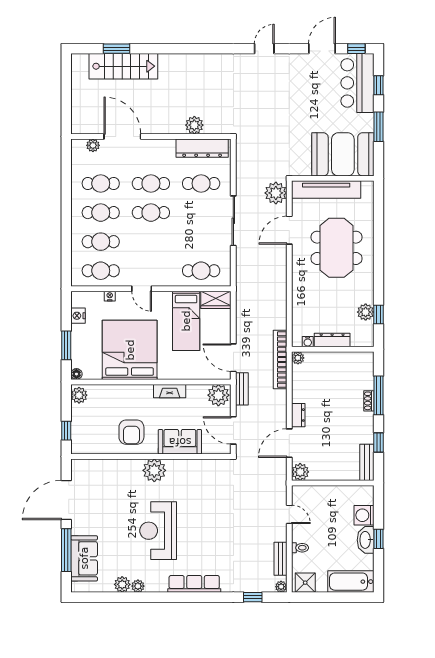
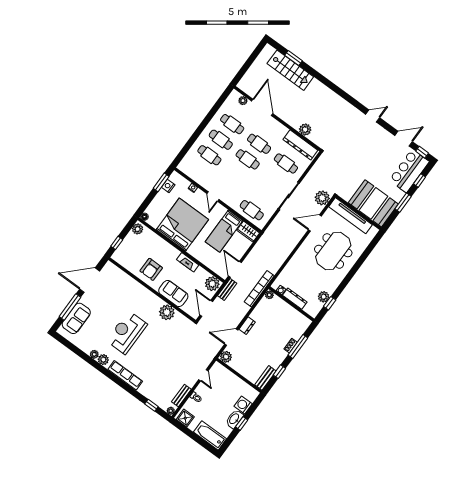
cafe table: (101, 271) -> (198, 171), removed
window: (66, 345) -> (161, 182), moved
plant: (154, 470) -> (167, 312), moved
plant: (122, 584) -> (103, 360), moved

